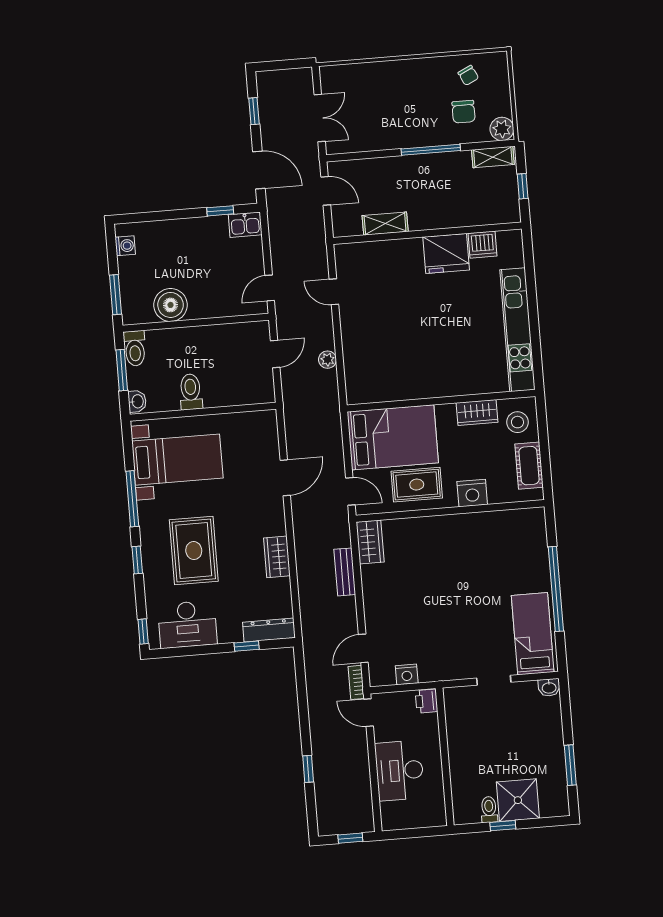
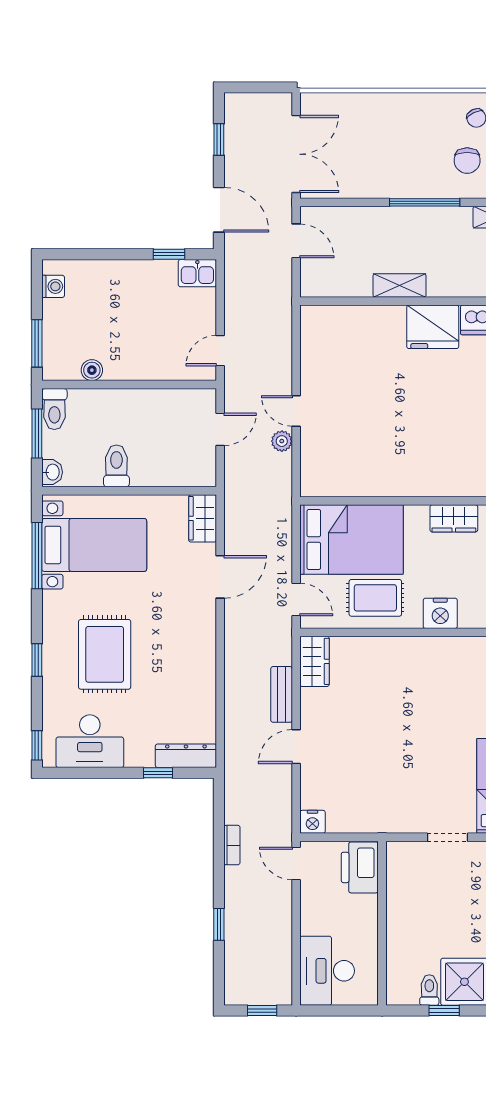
double door: (320, 118) -> (296, 154), width x1.37
shelving: (385, 224) -> (400, 285), moved
door: (334, 292) -> (296, 411), moved
boiler: (171, 305) -> (92, 370), width x0.54, depth x0.54
window: (132, 499) -> (37, 556), moved
wardrobe: (277, 557) -> (203, 518), moved
door: (363, 648) -> (296, 747), moved
nightstand: (407, 674) -> (312, 822), moved
bookcase: (356, 682) -> (232, 845), moved, turned 180
printer: (426, 701) -> (360, 867), width x1.87, depth x1.48
desk: (400, 771) -> (327, 971), moved

